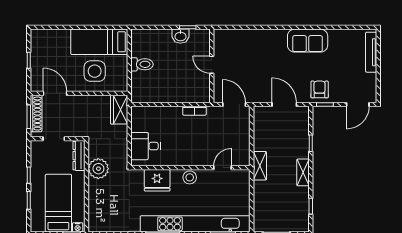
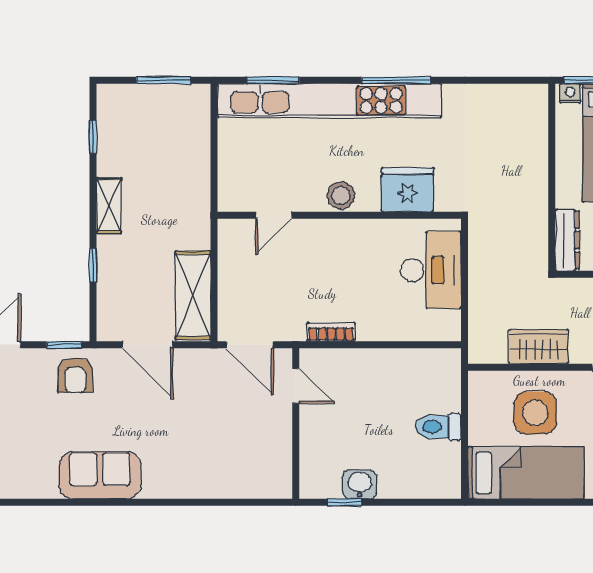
door: (212, 65) -> (296, 386), moved
wardrobe: (119, 110) -> (538, 347), moved, turned -90
desk: (146, 146) -> (431, 270), width x1.37
shelving: (260, 166) -> (193, 295), moved, width x1.50, depth x1.33
plant: (98, 169) -> (527, 213), removed

